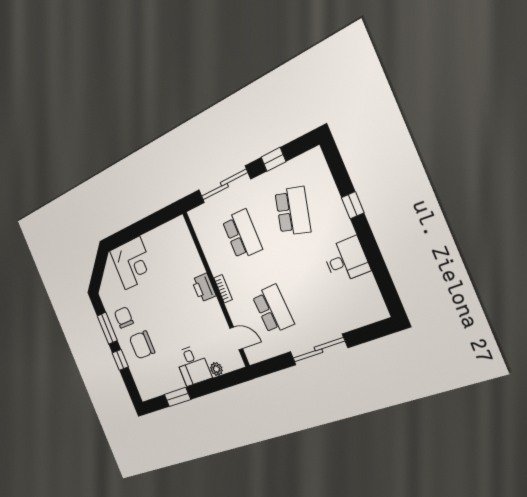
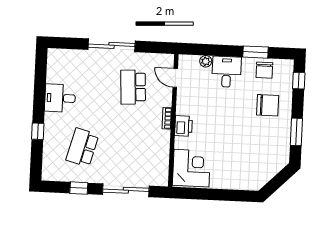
school desk: (242, 234) -> (130, 150), removed
corner desk: (132, 263) -> (191, 168), moved, turned 90
chair: (124, 318) -> (264, 70), moved
window: (120, 360) -> (299, 81), moved

